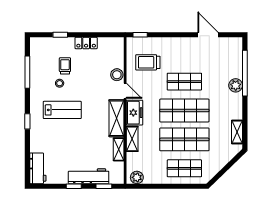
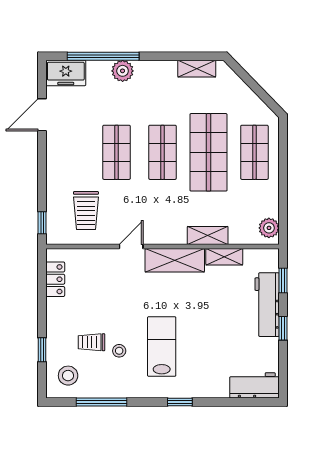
locker: (86, 43) -> (55, 279), moved
stool: (117, 75) -> (68, 376), moved
shop shelf: (184, 110) -> (163, 152), width x0.70, depth x0.74
freezer: (134, 113) -> (66, 73), moved, turned 180

